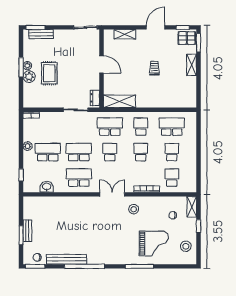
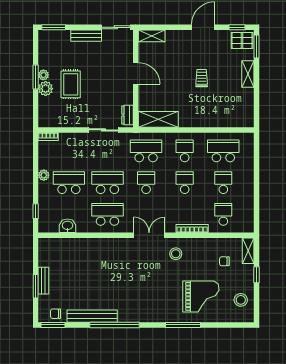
bench: (41, 34) -> (86, 36), moved
shelving: (125, 34) -> (152, 36), moved

